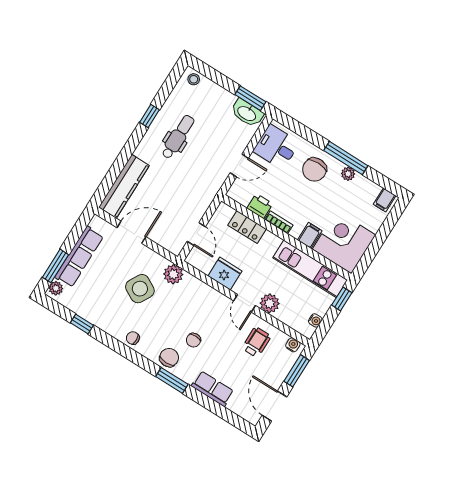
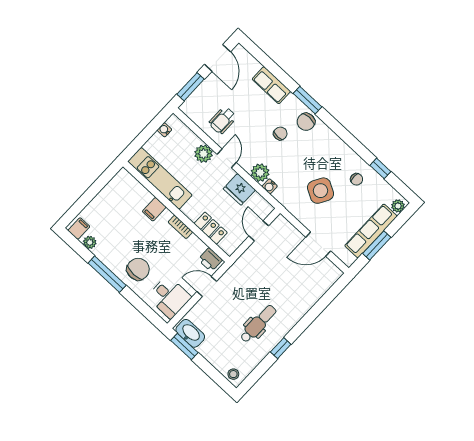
dental chair: (178, 137) -> (258, 324), turned 180
plant: (348, 174) -> (90, 242), moved
kitchen counter: (124, 186) -> (317, 288), removed
printer: (260, 206) -> (210, 260), moved
corner desk: (344, 242) -> (124, 197), removed
window: (55, 266) -> (377, 245), moved
plant: (173, 274) -> (260, 173), moved
window: (342, 299) -> (136, 145), removed
chair: (133, 338) -> (357, 179), moved
water cooler: (293, 345) -> (270, 186), moved

